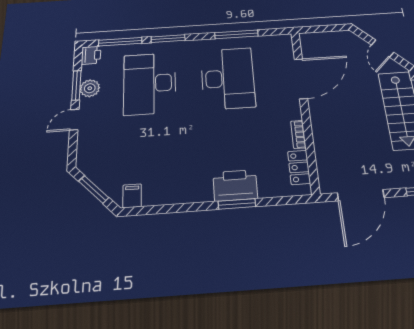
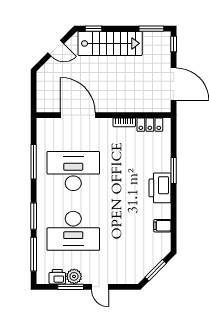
printer: (91, 55) -> (57, 277), moved
printer: (235, 185) -> (160, 188), moved
filing cabinet: (132, 196) -> (162, 226), moved

